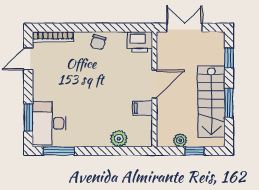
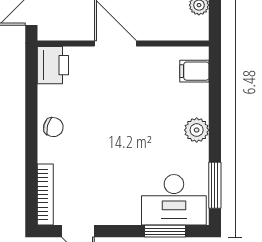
filing cabinet: (143, 108) -> (194, 71), moved, turned 90
plant: (119, 139) -> (197, 130), moved

